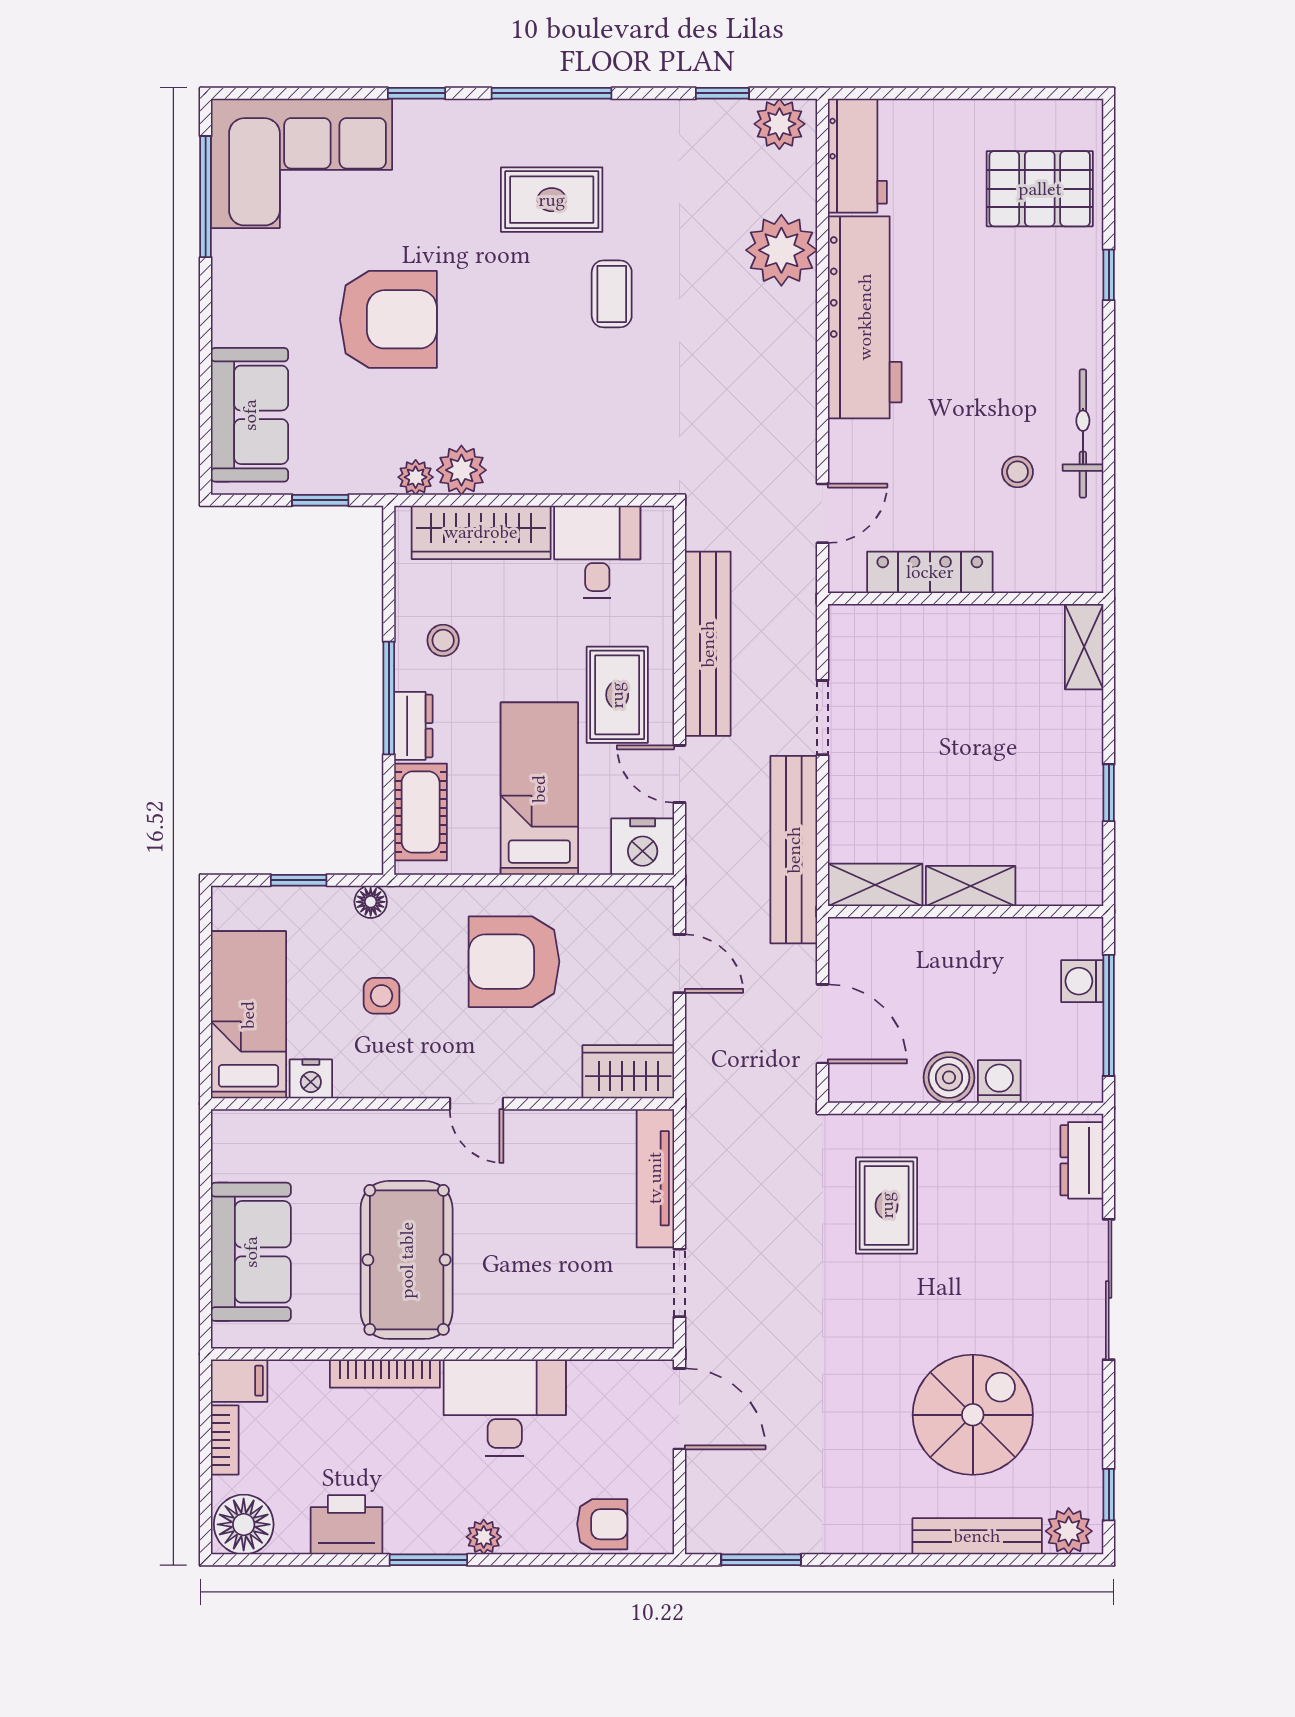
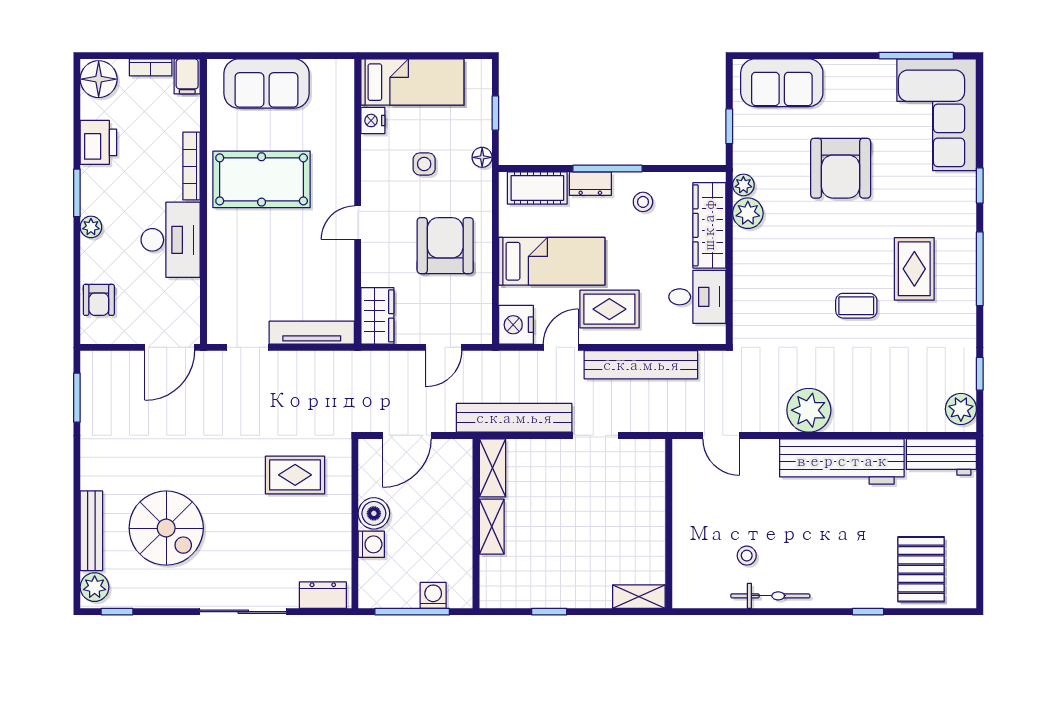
plant: (781, 250) -> (809, 410), moved
locker: (930, 572) -> (685, 502), removed

